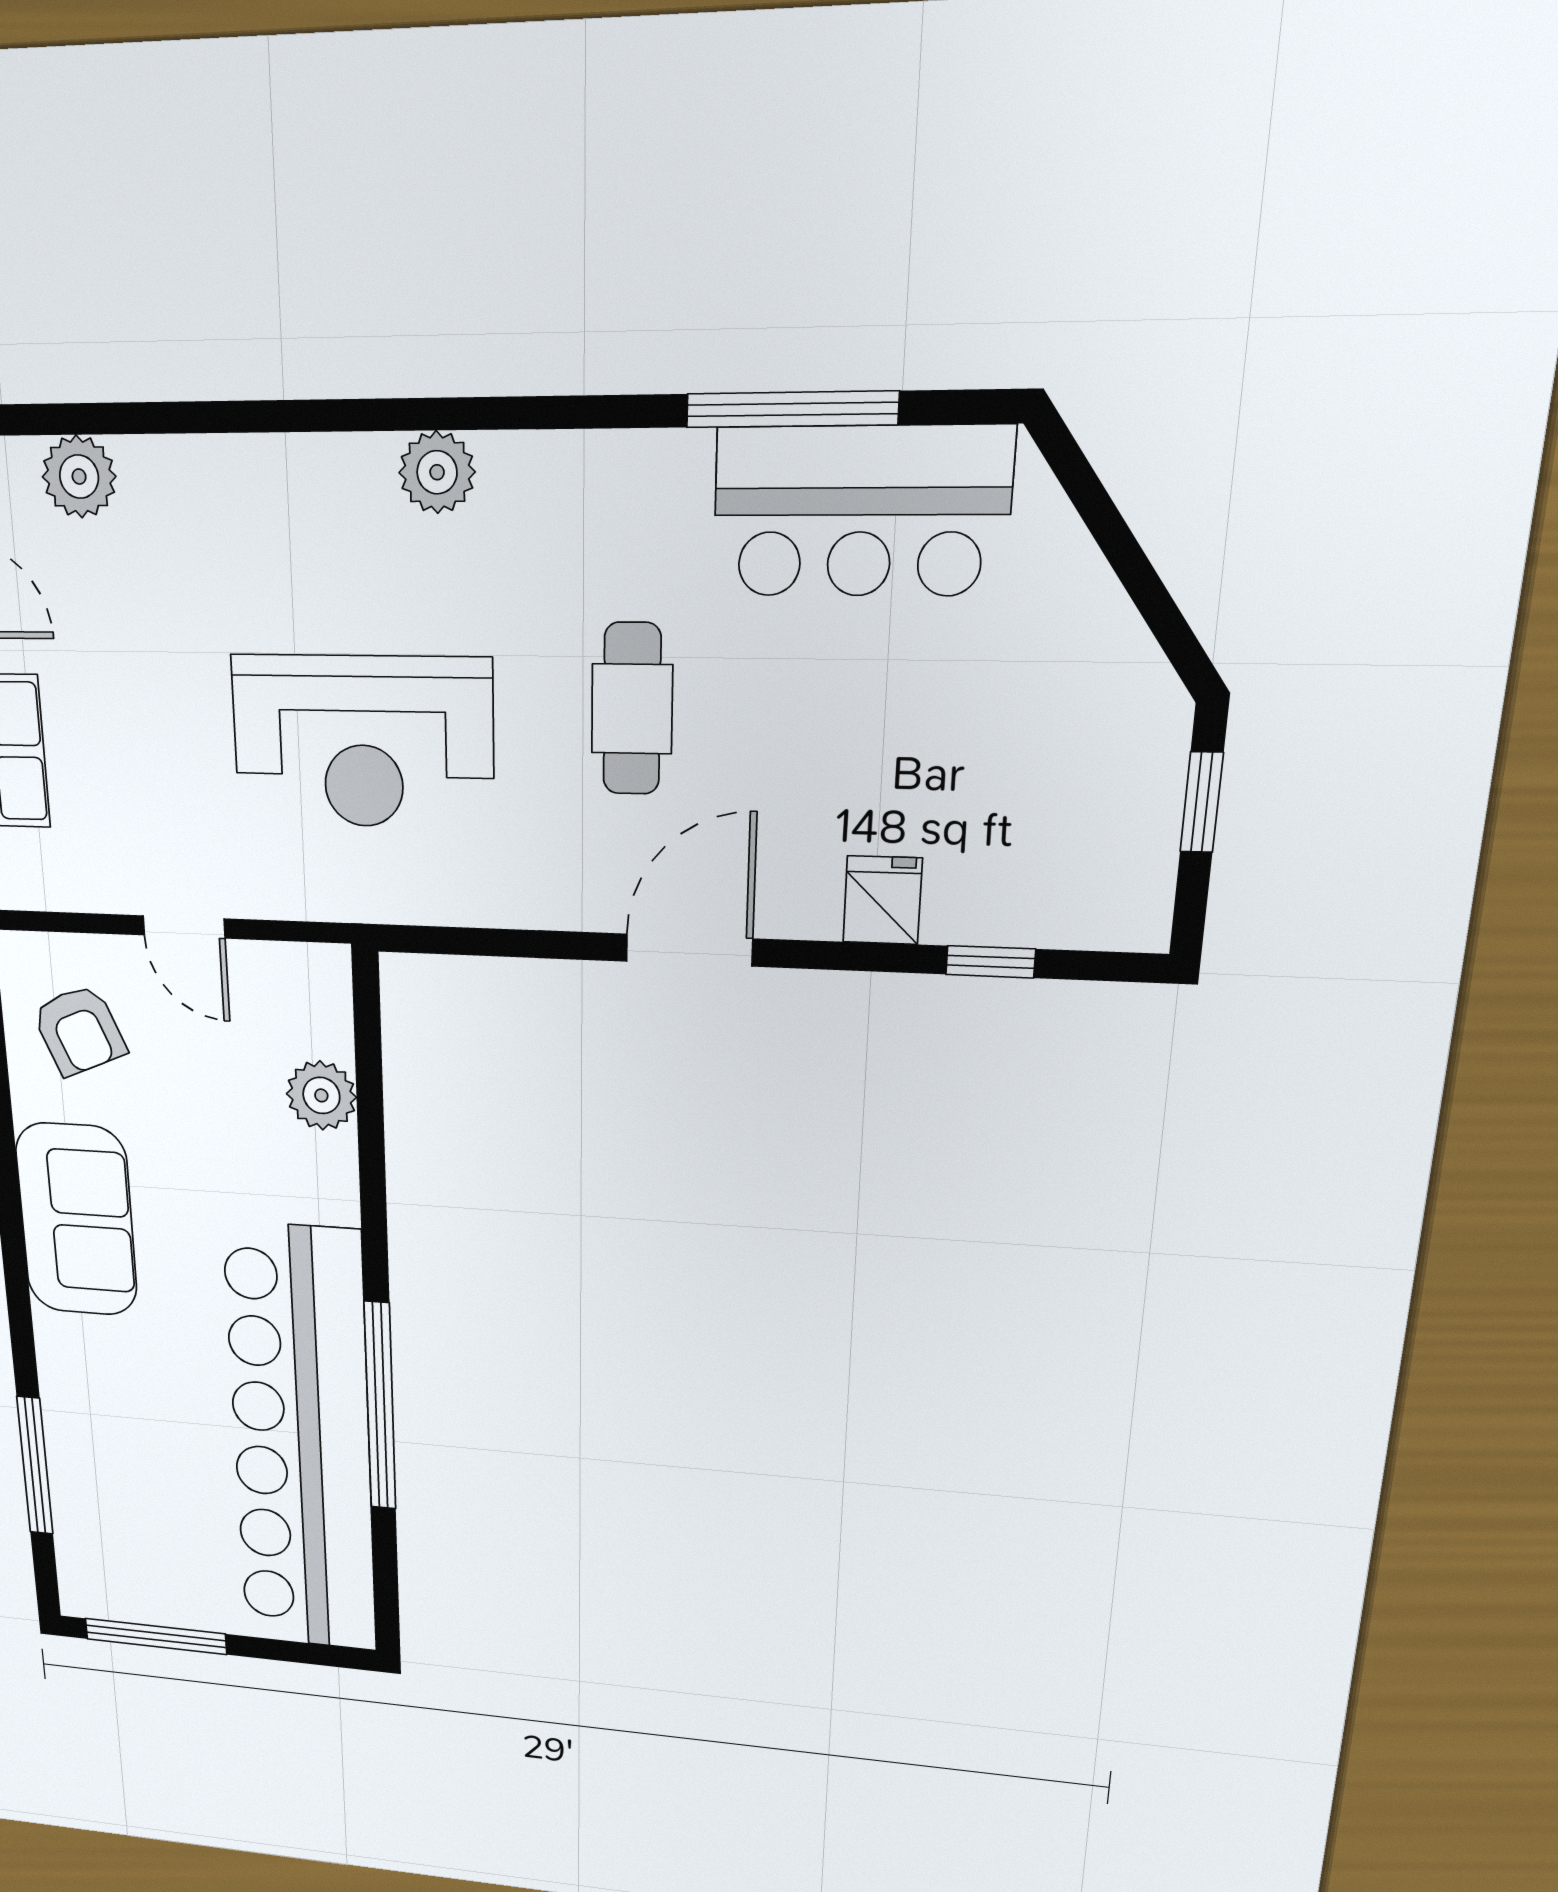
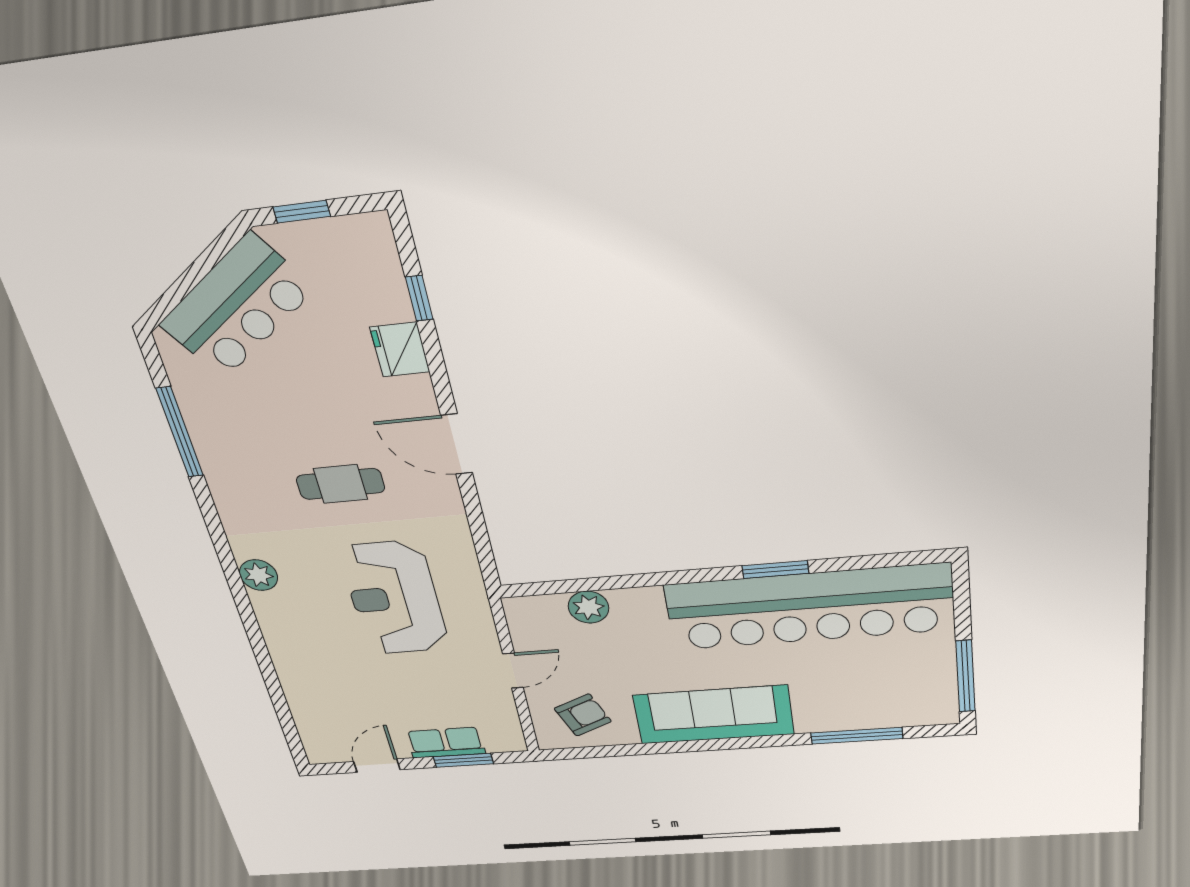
plant: (79, 477) -> (309, 715), removed
bar counter: (861, 512) -> (237, 307), moved, turned 55
reception desk: (363, 742) -> (394, 598), turned 180
fridge: (882, 900) -> (400, 350), width x1.38
sofa: (77, 1220) -> (714, 715), width x1.36
window: (380, 1407) -> (775, 569), width x0.47

